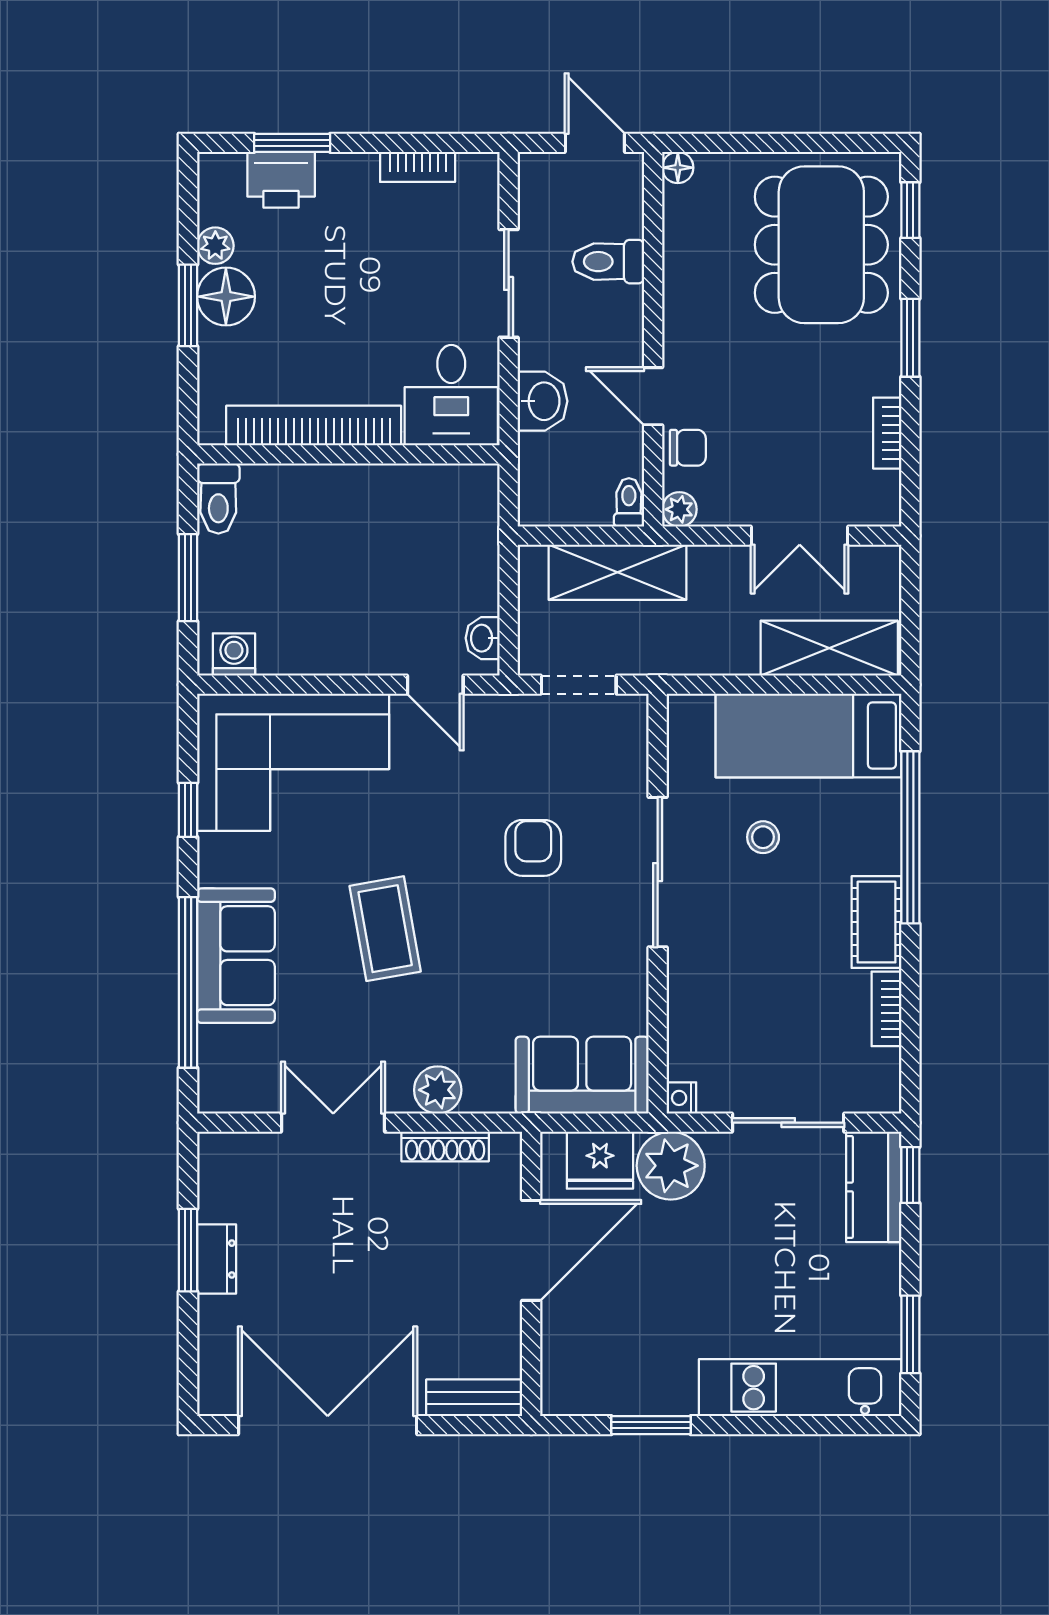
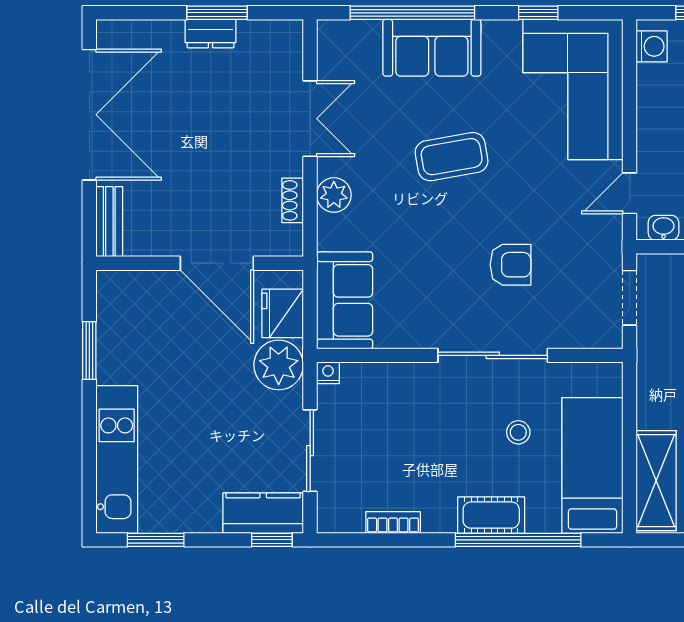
cot: (876, 922) -> (491, 515), moved
shoe rack: (445, 1147) -> (293, 200), width x0.70

